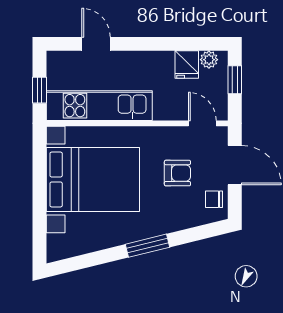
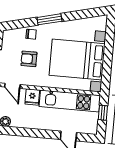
fridge: (187, 65) -> (32, 97), moved, turned 180
chair: (214, 199) -> (31, 34), moved

